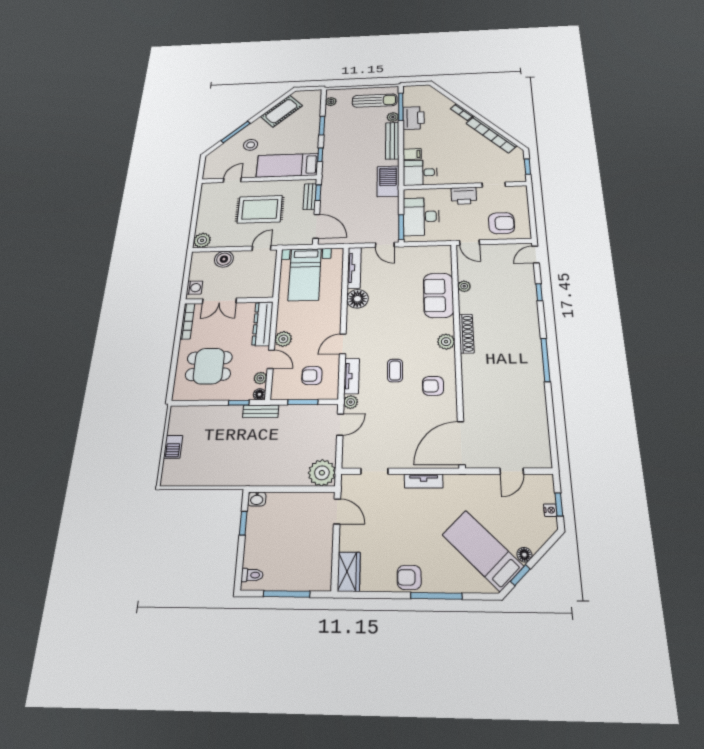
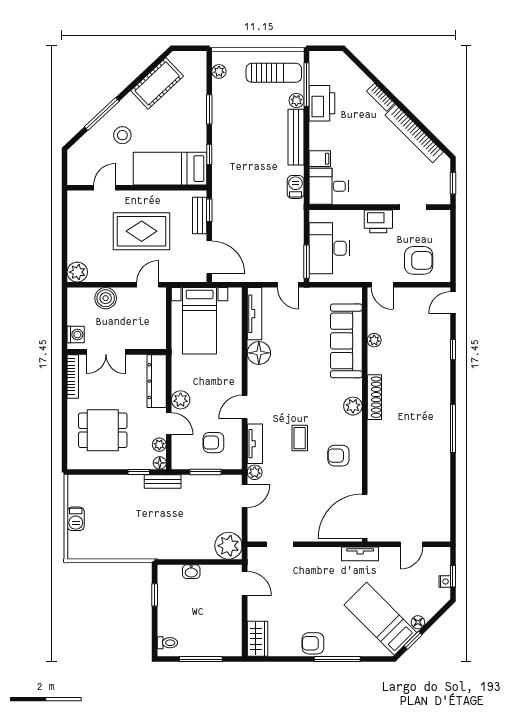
barbecue: (388, 181) -> (296, 187), width x0.53, depth x0.65
sofa: (438, 295) -> (346, 341), width x1.36
tv unit: (424, 481) -> (360, 554), moved
washbasin: (257, 499) -> (191, 572), moved

